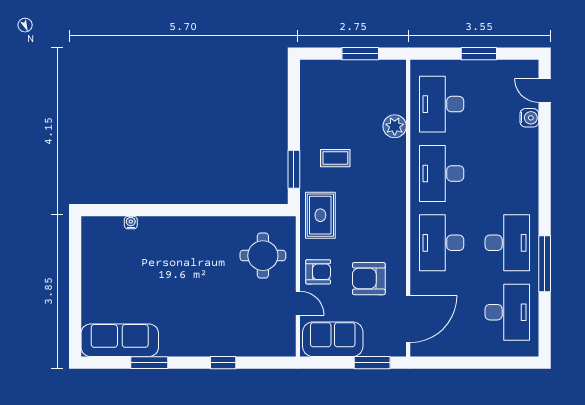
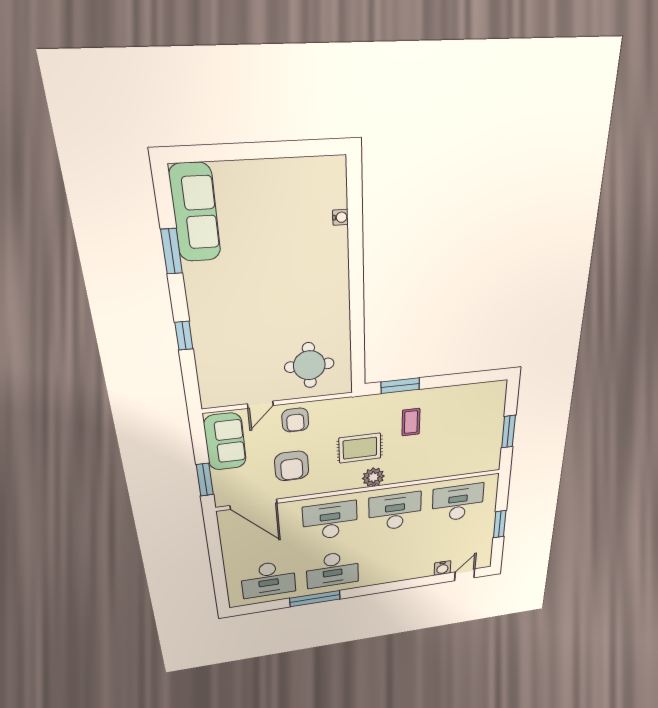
plant: (395, 126) -> (373, 477), moved
rug: (320, 215) -> (360, 448), moved
armchair: (369, 279) -> (292, 466), turned 180

